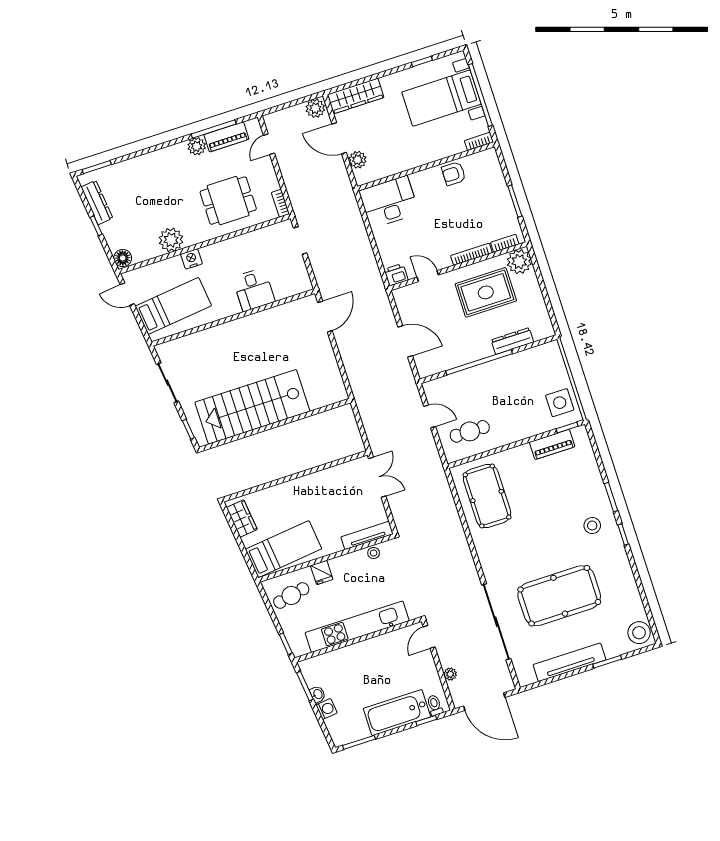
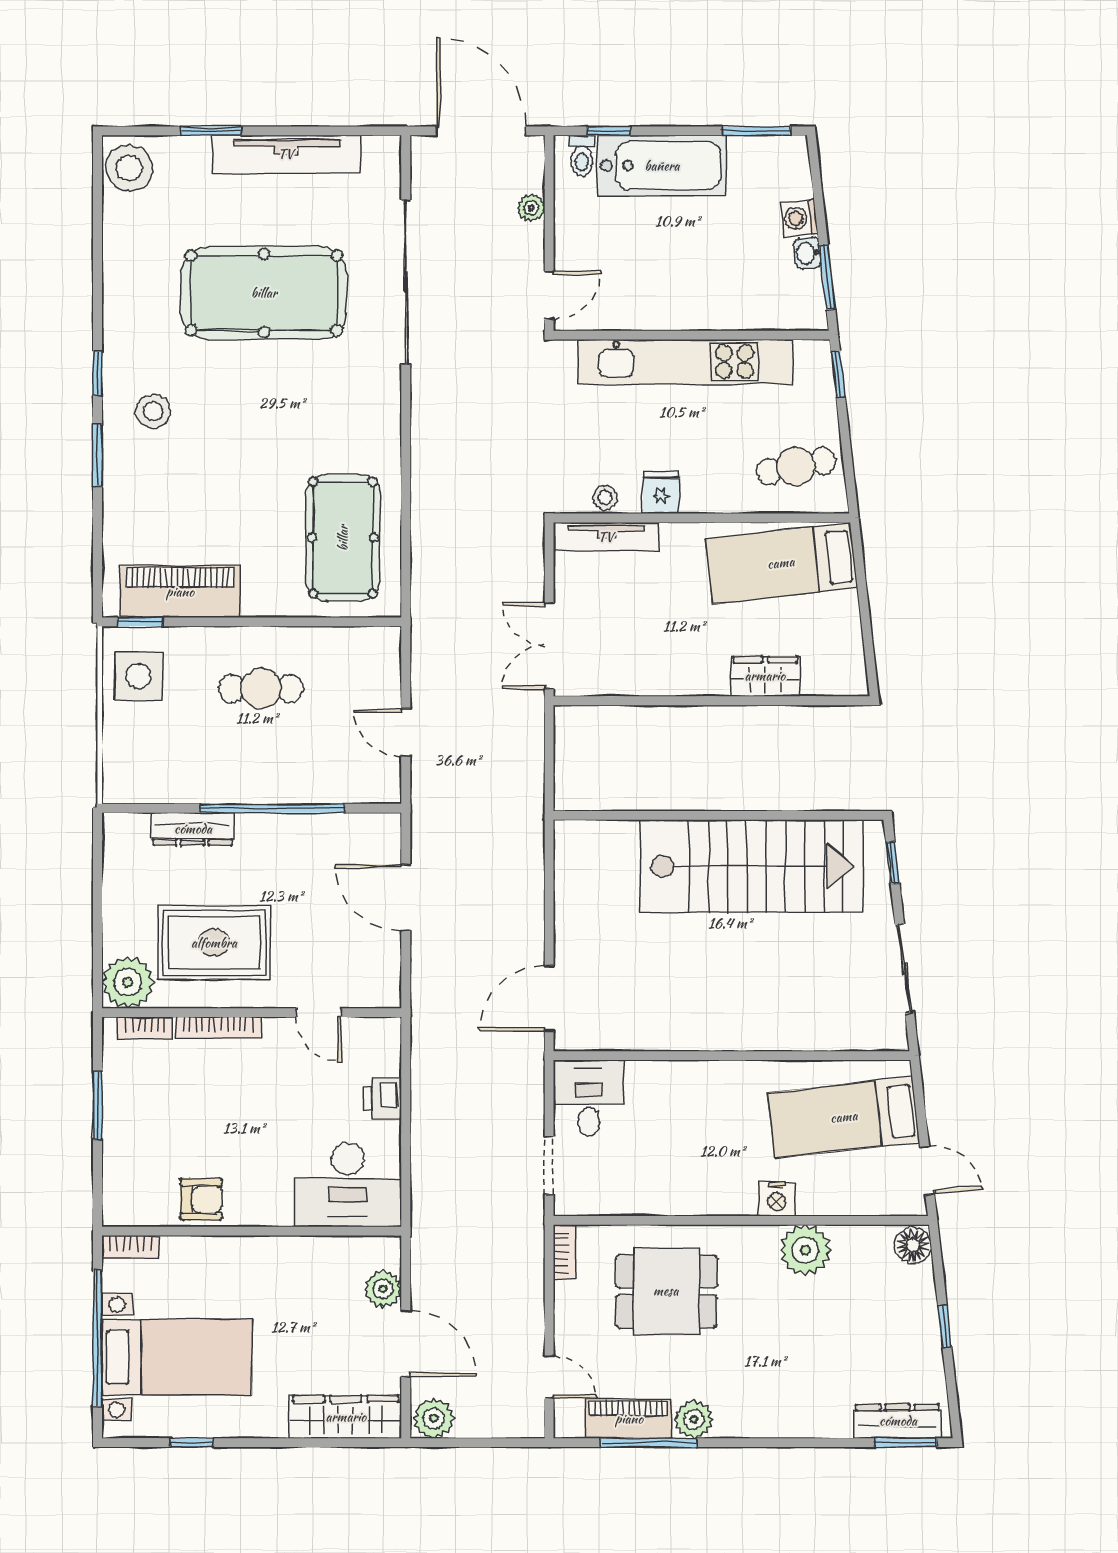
door: (269, 144) -> (549, 1377), hinge flipped
dresser: (97, 203) -> (898, 1421), moved, turned 96
printer: (396, 275) -> (383, 1099), moved, turned 90
desk: (254, 290) -> (589, 1098), moved
cafe table: (470, 431) -> (261, 689), moved
piano: (552, 444) -> (180, 592), width x1.37, depth x1.33
wardrobe: (242, 519) -> (765, 676), moved, turned 96
fridge: (322, 573) -> (661, 492), moved

